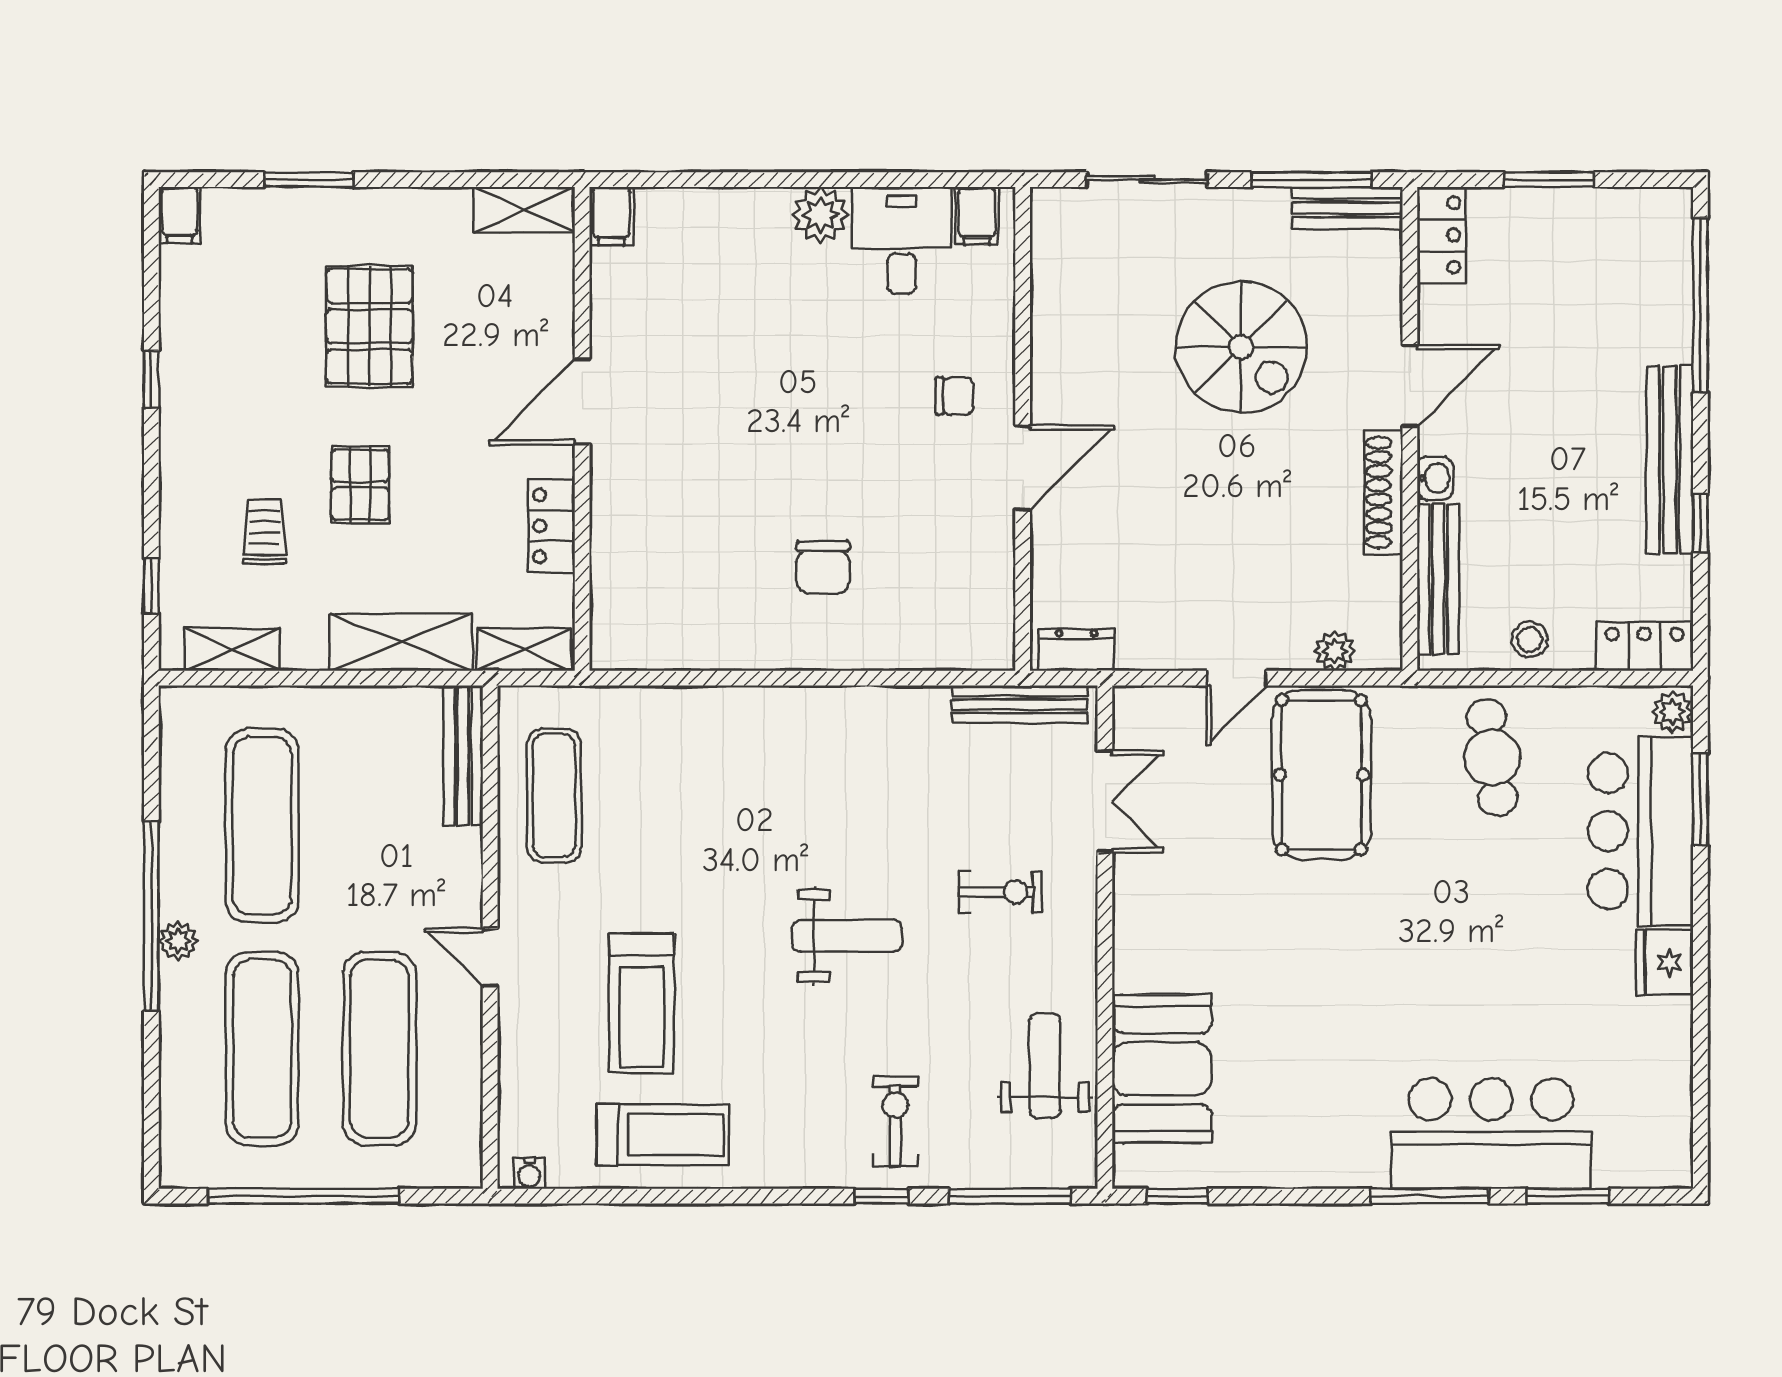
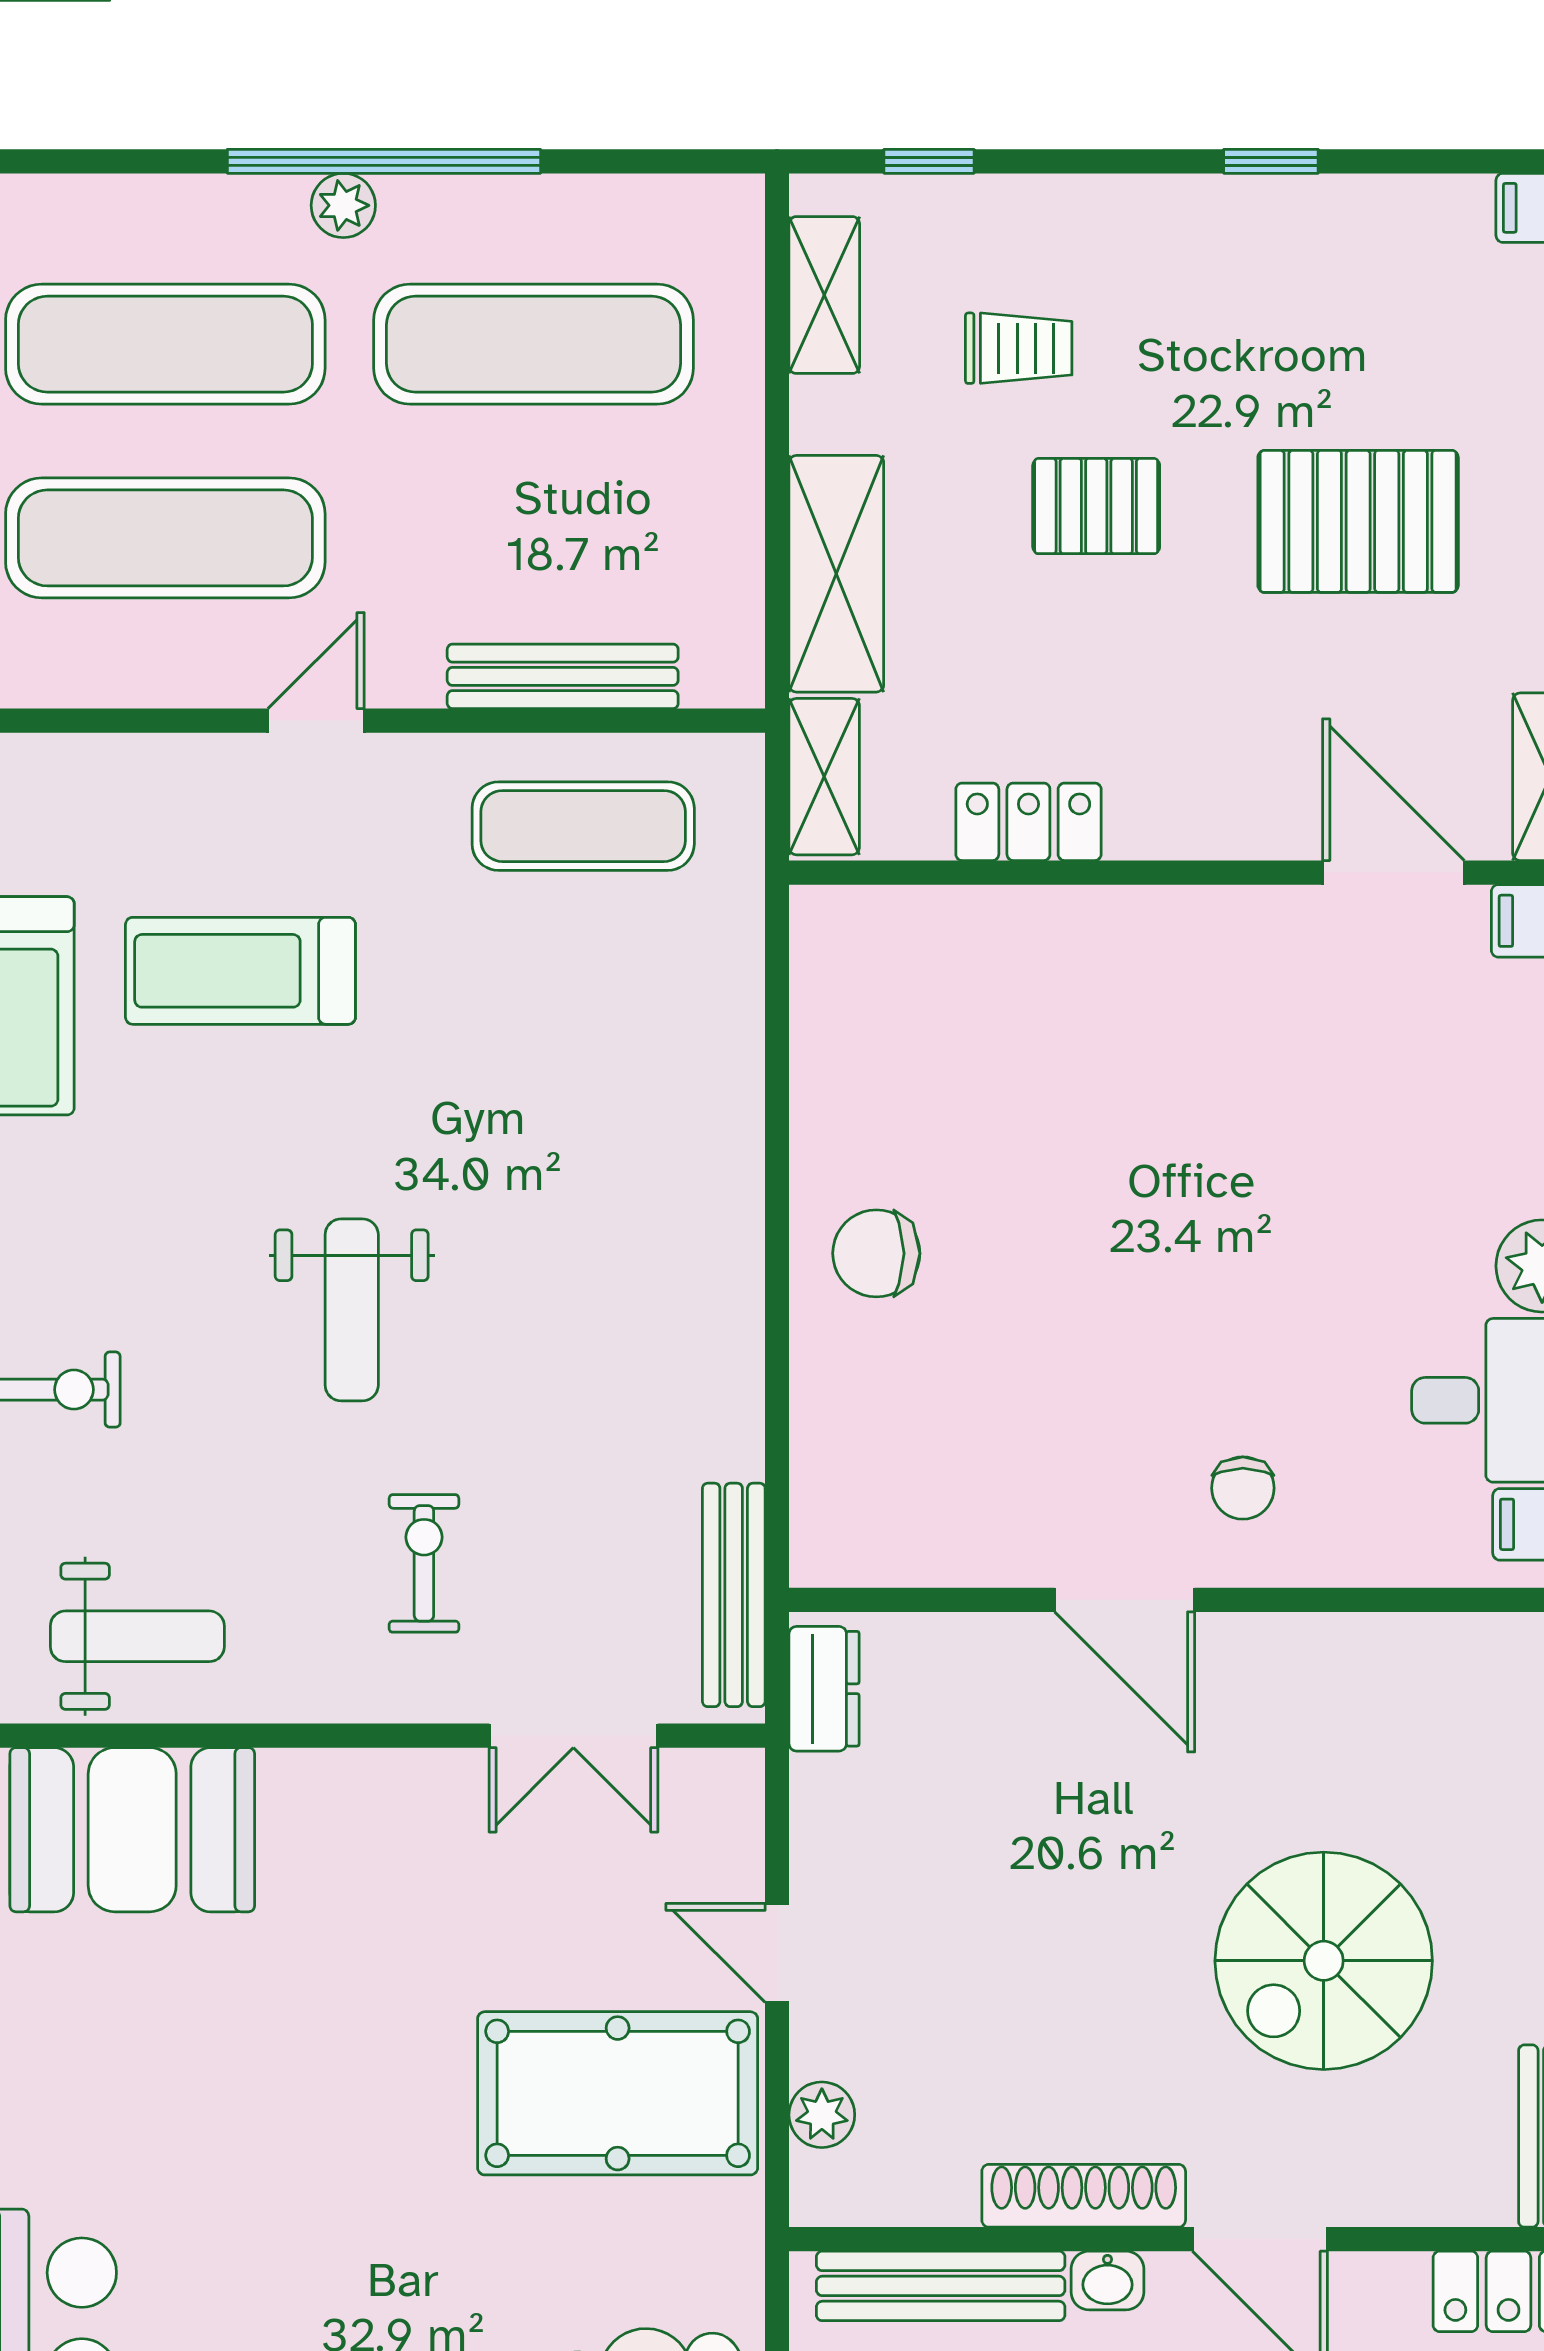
door: (582, 402) -> (1393, 873), moved
chair: (823, 567) -> (876, 1253), moved
bench: (463, 755) -> (563, 676), moved
exercise bike: (1001, 892) -> (424, 1563), turned 180

